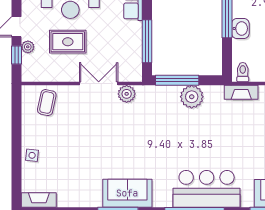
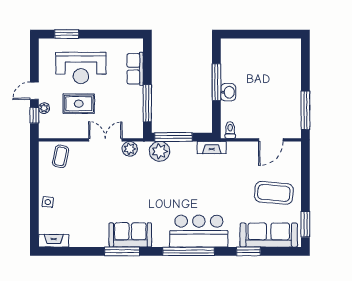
fireplace: (241, 92) -> (212, 147), moved
plant: (192, 97) -> (160, 151), moved

